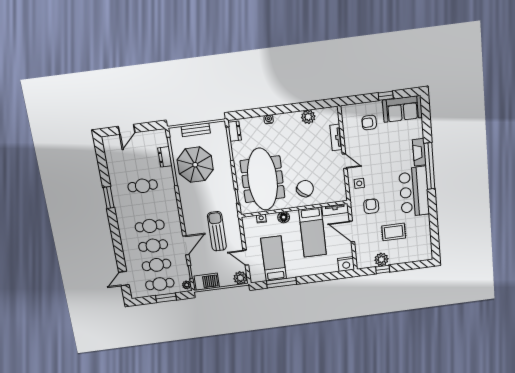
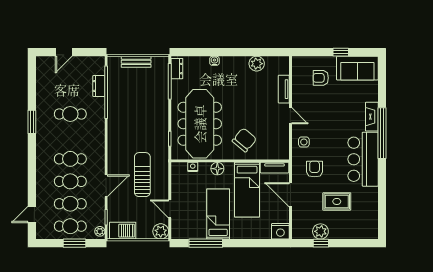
parasol: (195, 165) -> (130, 99), removed
bed: (274, 259) -> (218, 214), moved

